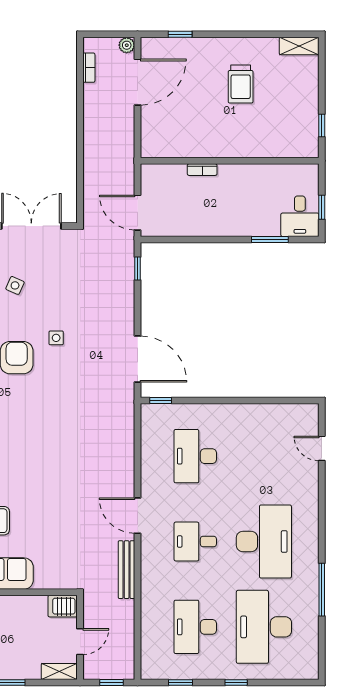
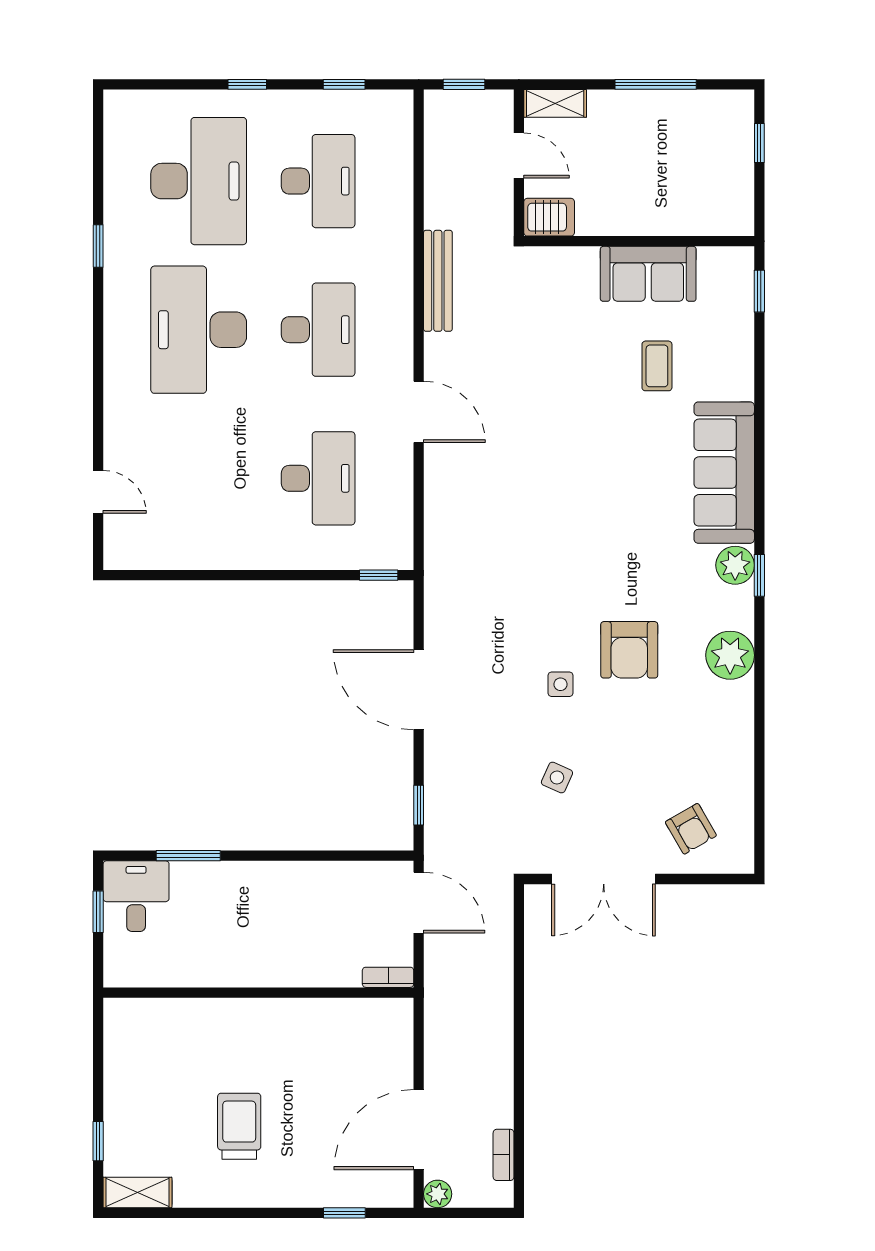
window: (322, 125) -> (98, 1141), moved
bookcase: (202, 170) -> (388, 977), moved
side table: (15, 285) -> (557, 778), moved
door: (138, 359) -> (419, 690), moved
door: (138, 516) -> (419, 412), moved
desk: (195, 542) -> (318, 330), width x1.37
window: (322, 590) -> (98, 246), width x0.46
door: (80, 642) -> (519, 156), swing flipped

